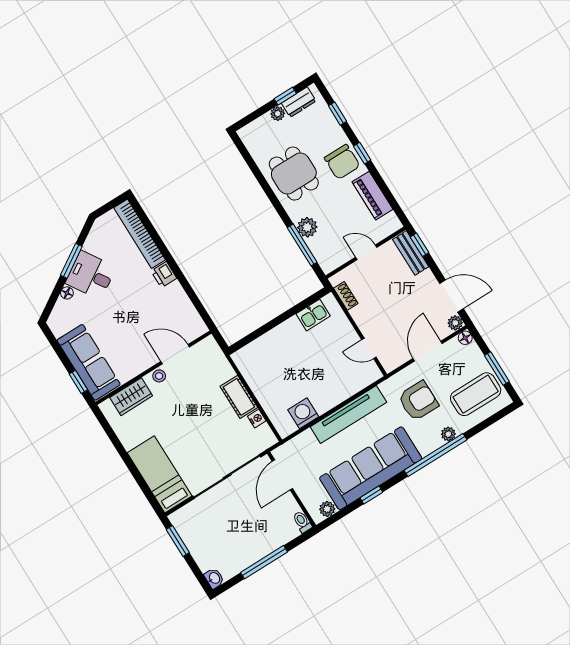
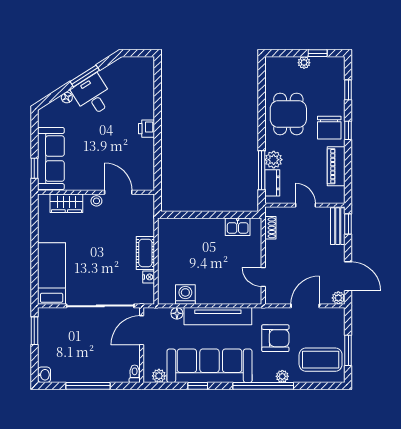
dresser: (299, 102) -> (272, 183), moved, turned -90
bookcase: (140, 234) -> (147, 87), removed
floor lamp: (465, 338) -> (177, 313), moved

